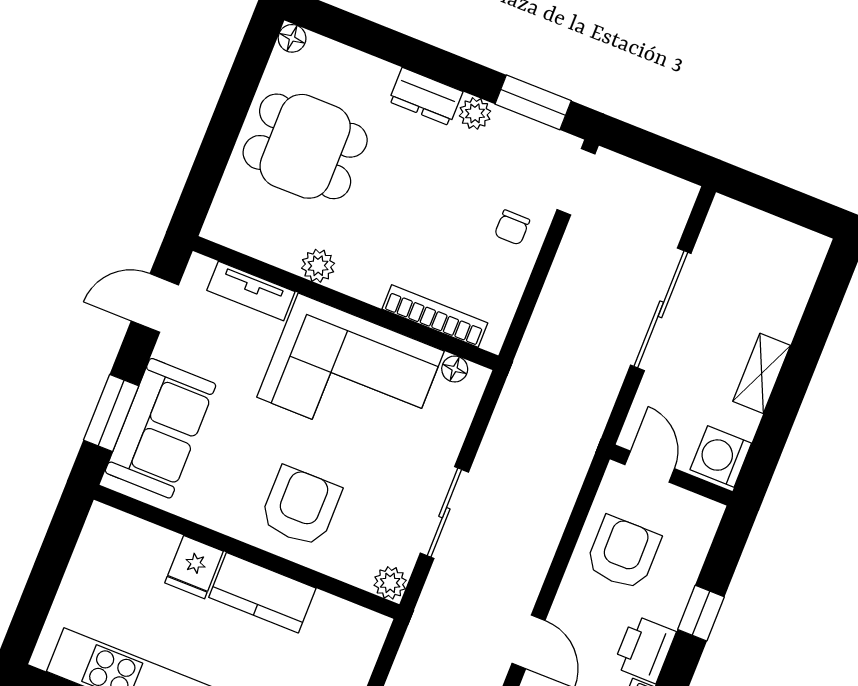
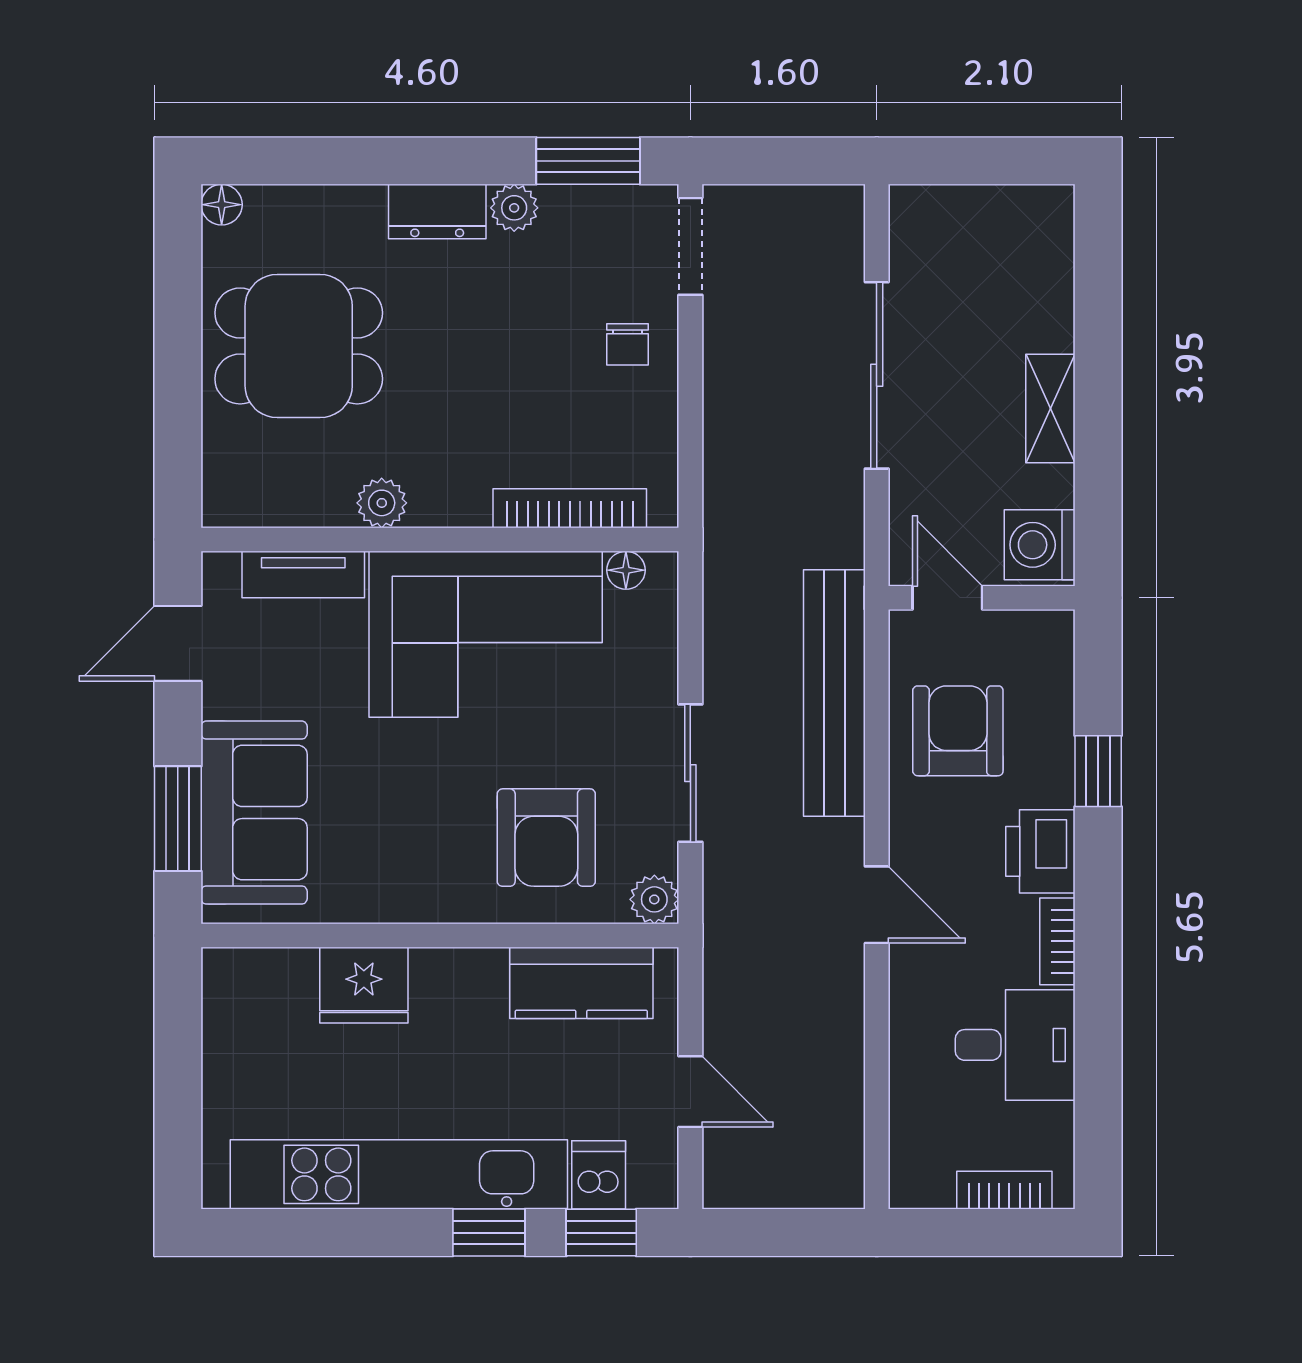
bench: (555, 498) -> (834, 693), added
armchair: (301, 506) -> (546, 838), moved, turned 180
fridge: (194, 567) -> (364, 985), width x1.38
kitchen counter: (262, 593) -> (581, 983), moved

